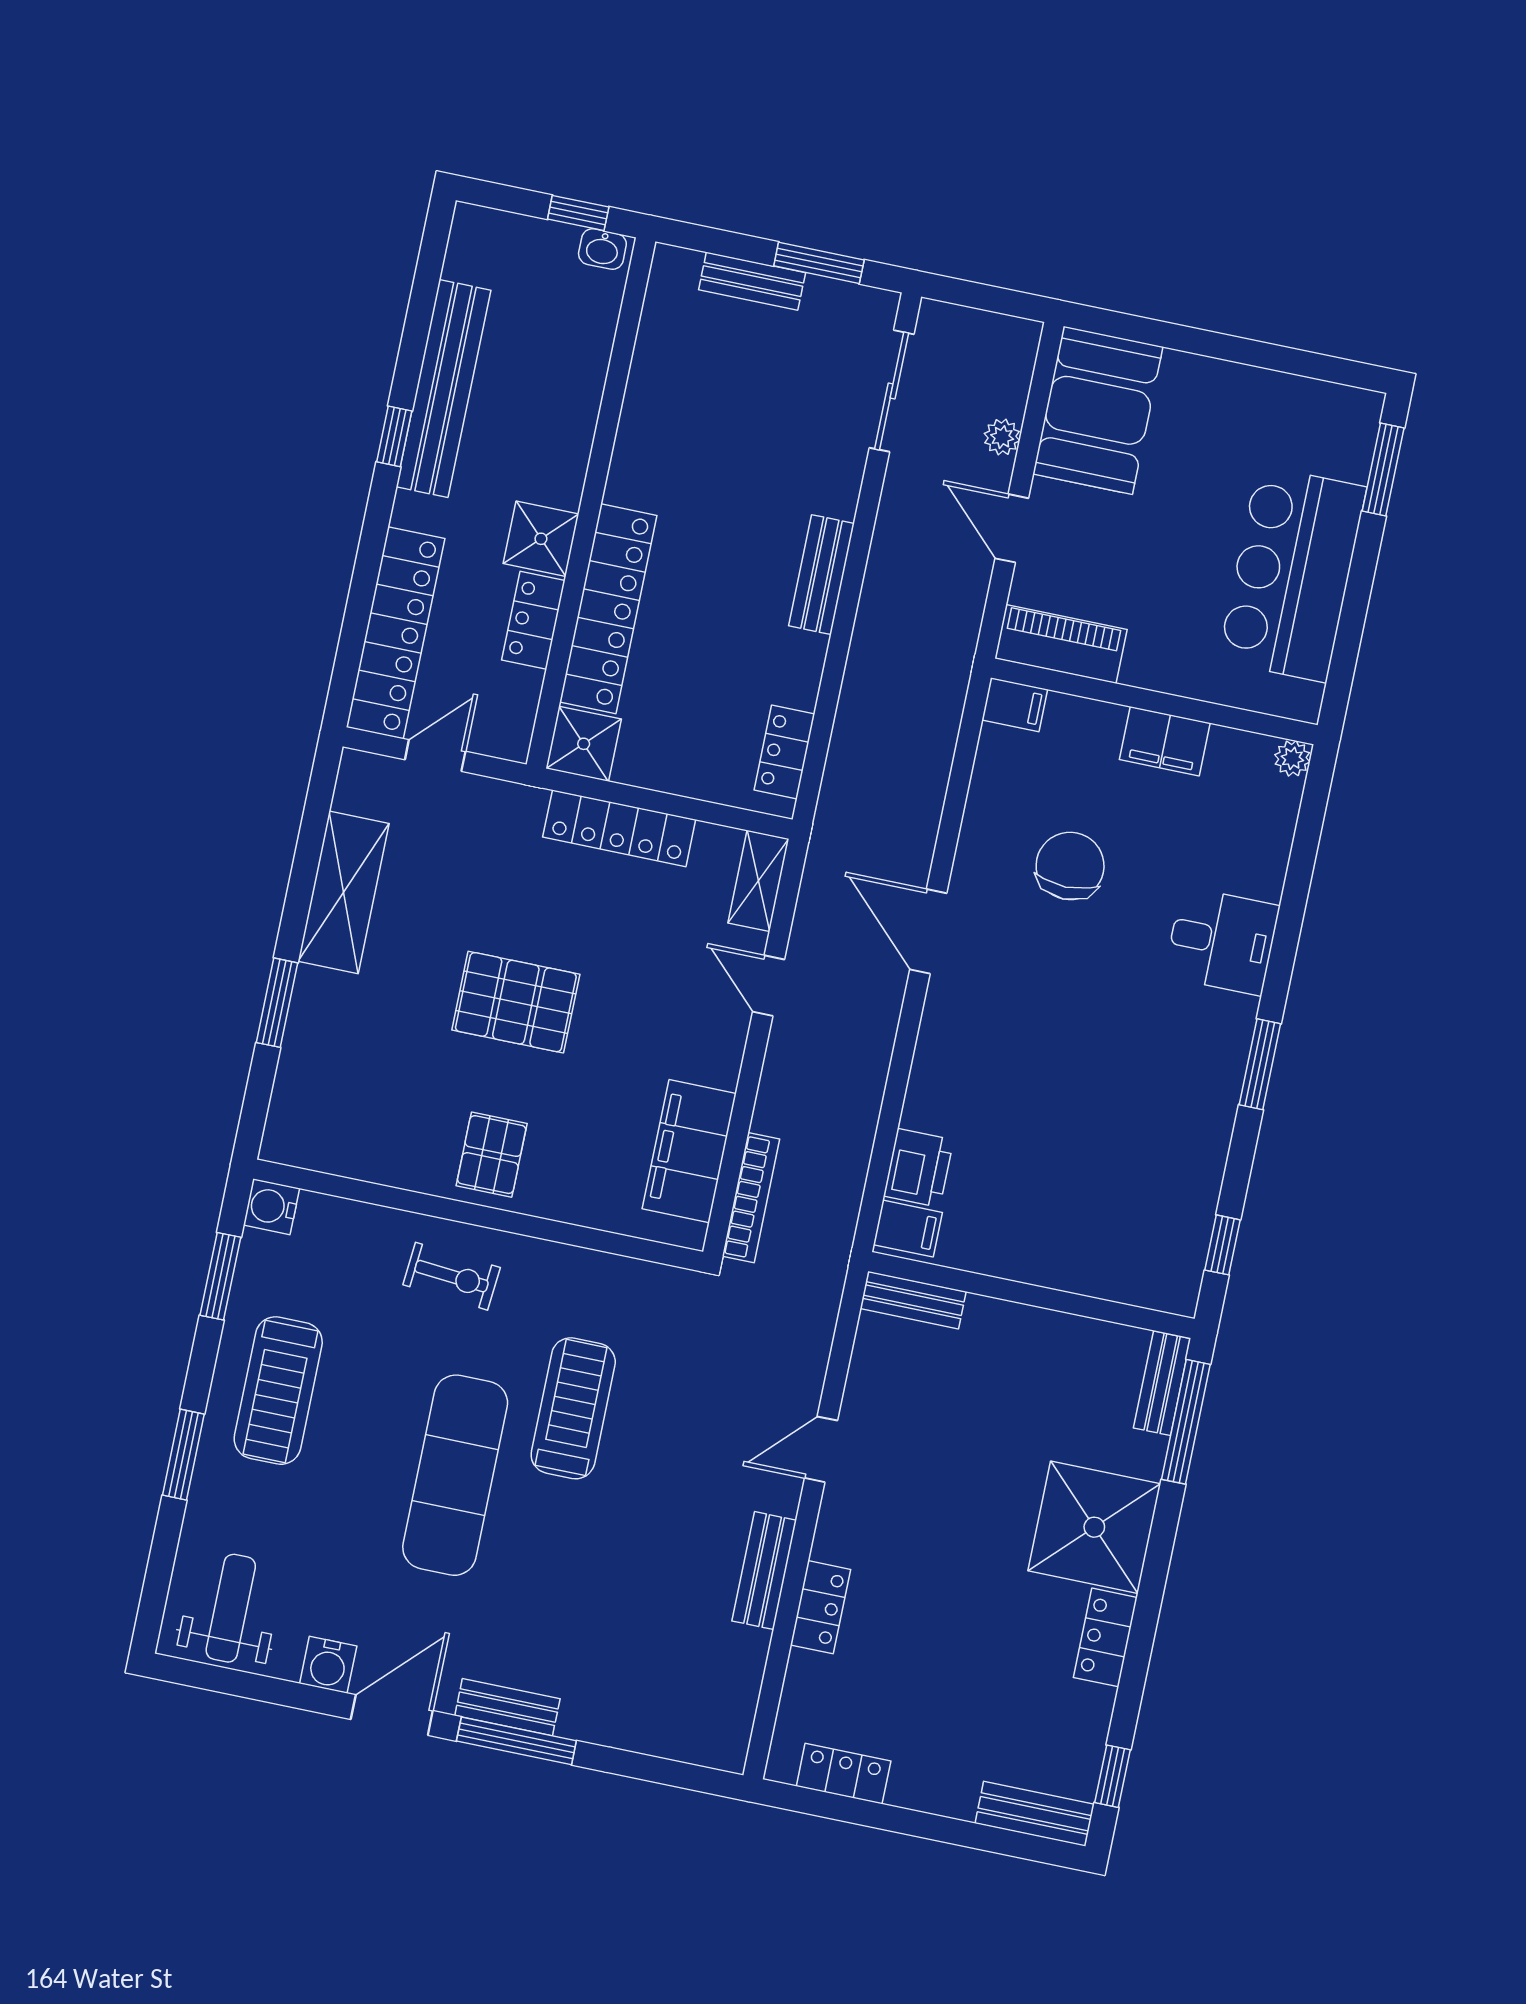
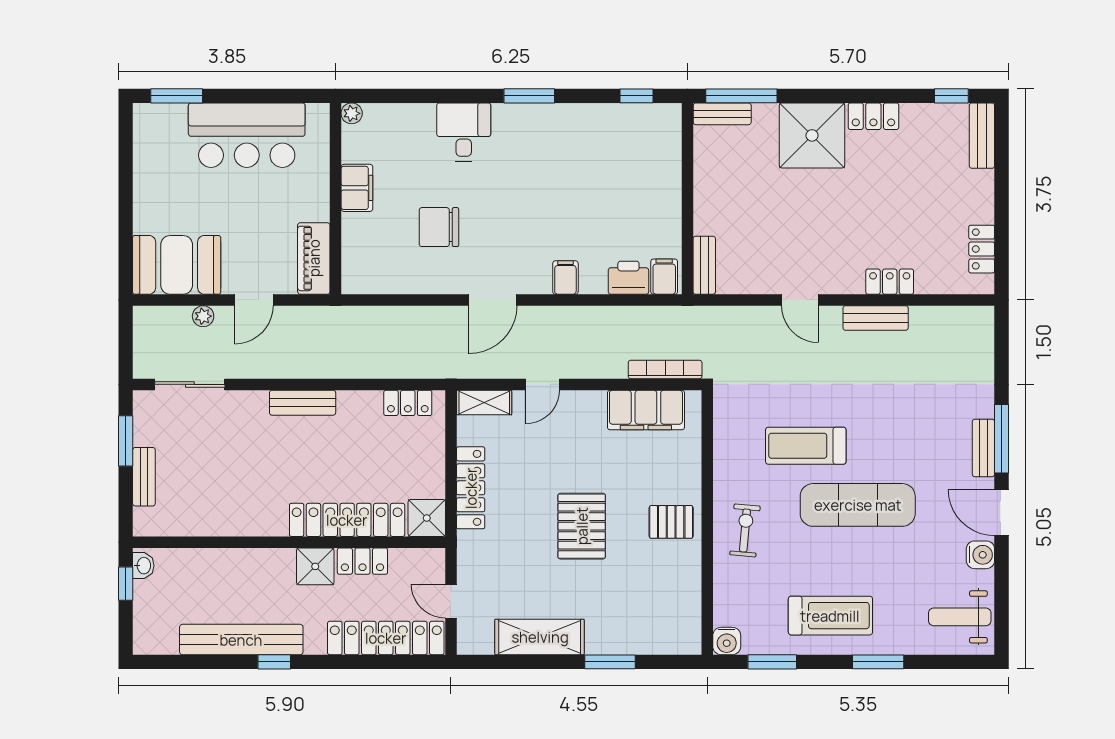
filing cabinet: (1015, 705) -> (565, 278), moved

